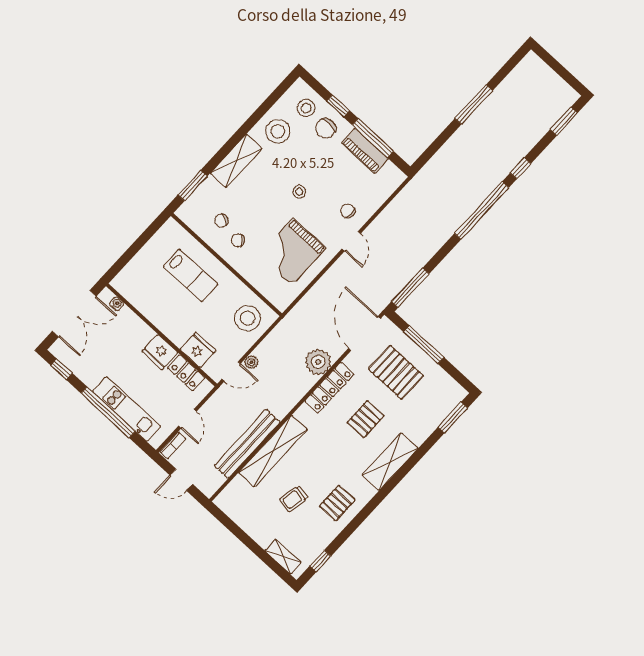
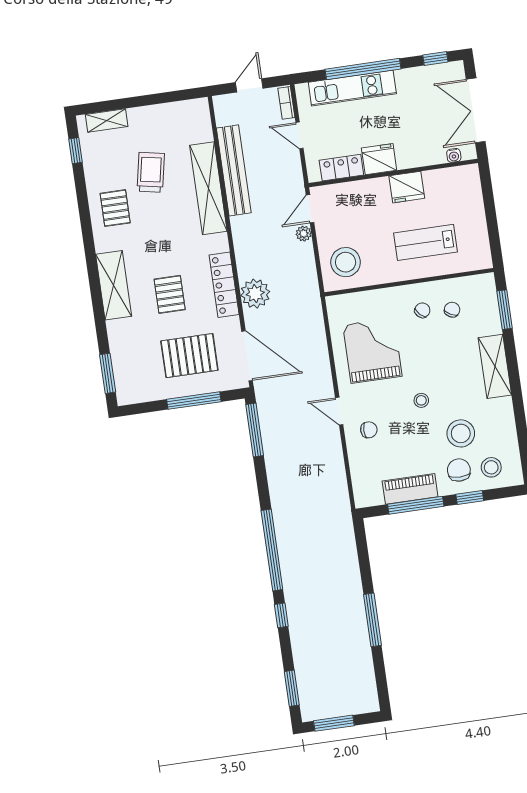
window: (564, 74) -> (334, 723), added
stool: (278, 131) -> (461, 433), moved
fridge: (198, 350) -> (407, 187), moved
trolley: (294, 499) -> (151, 172), width x1.36, depth x1.39

